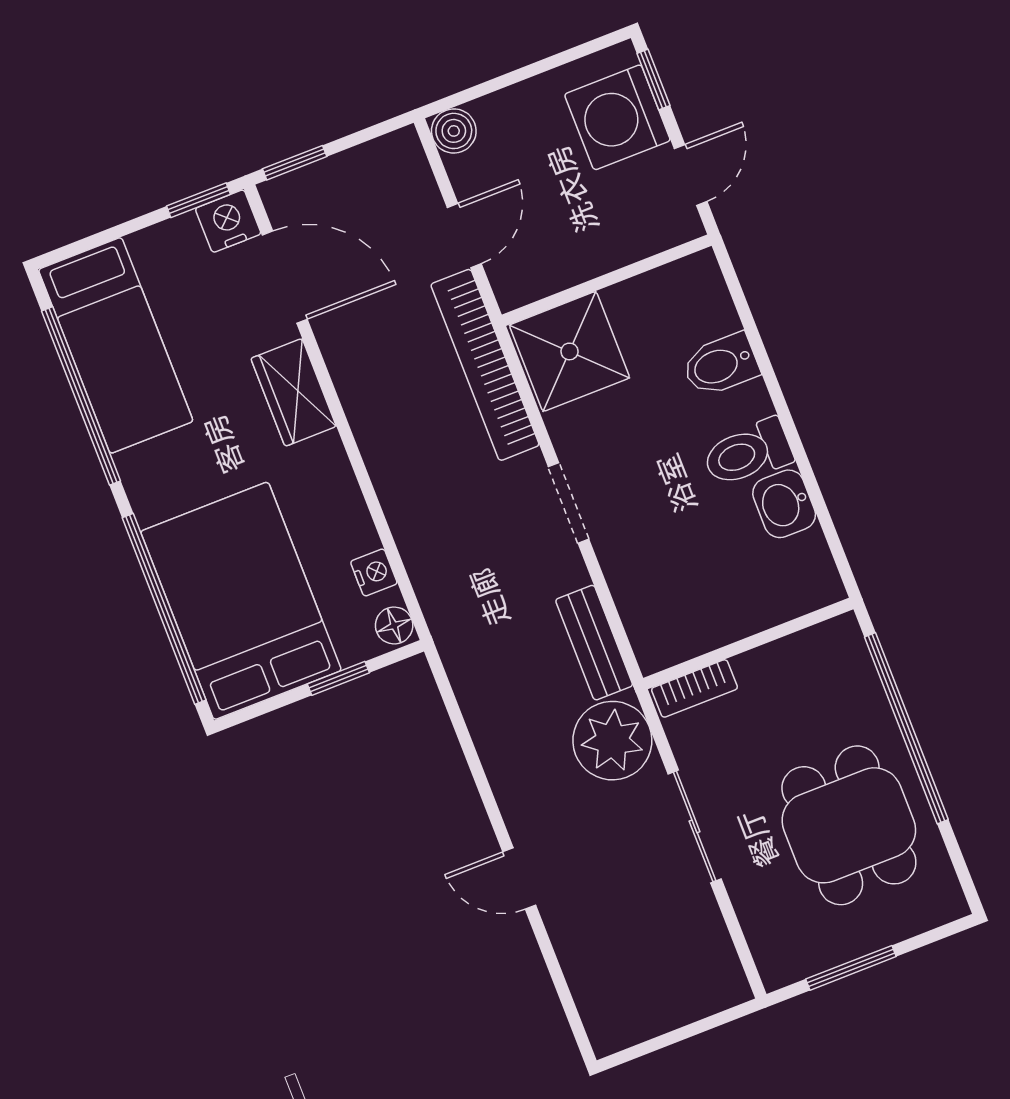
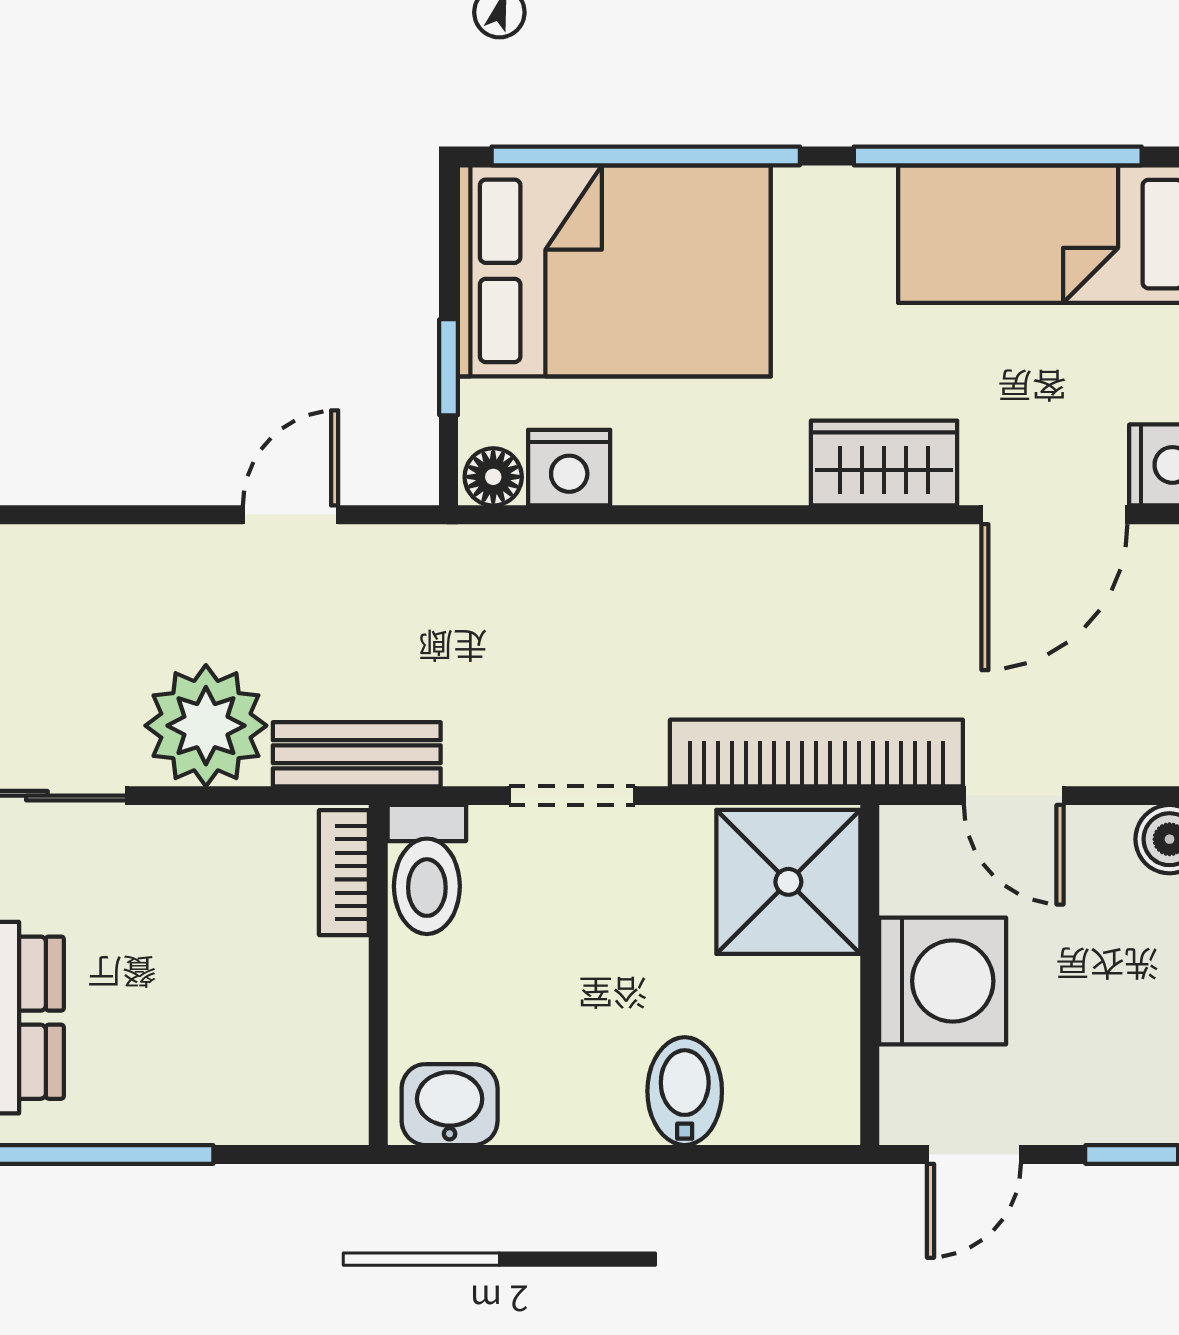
washing machine: (617, 117) -> (943, 981), moved, turned 90
door: (691, 175) -> (974, 1154), hinge flipped
toilet: (748, 453) -> (427, 870), moved, turned 180
nightstand: (374, 572) -> (569, 468), width x1.39, depth x1.35
wall: (748, 644) -> (378, 975), moved
bookcase: (695, 688) -> (344, 873), moved
door: (519, 879) -> (291, 515), moved

